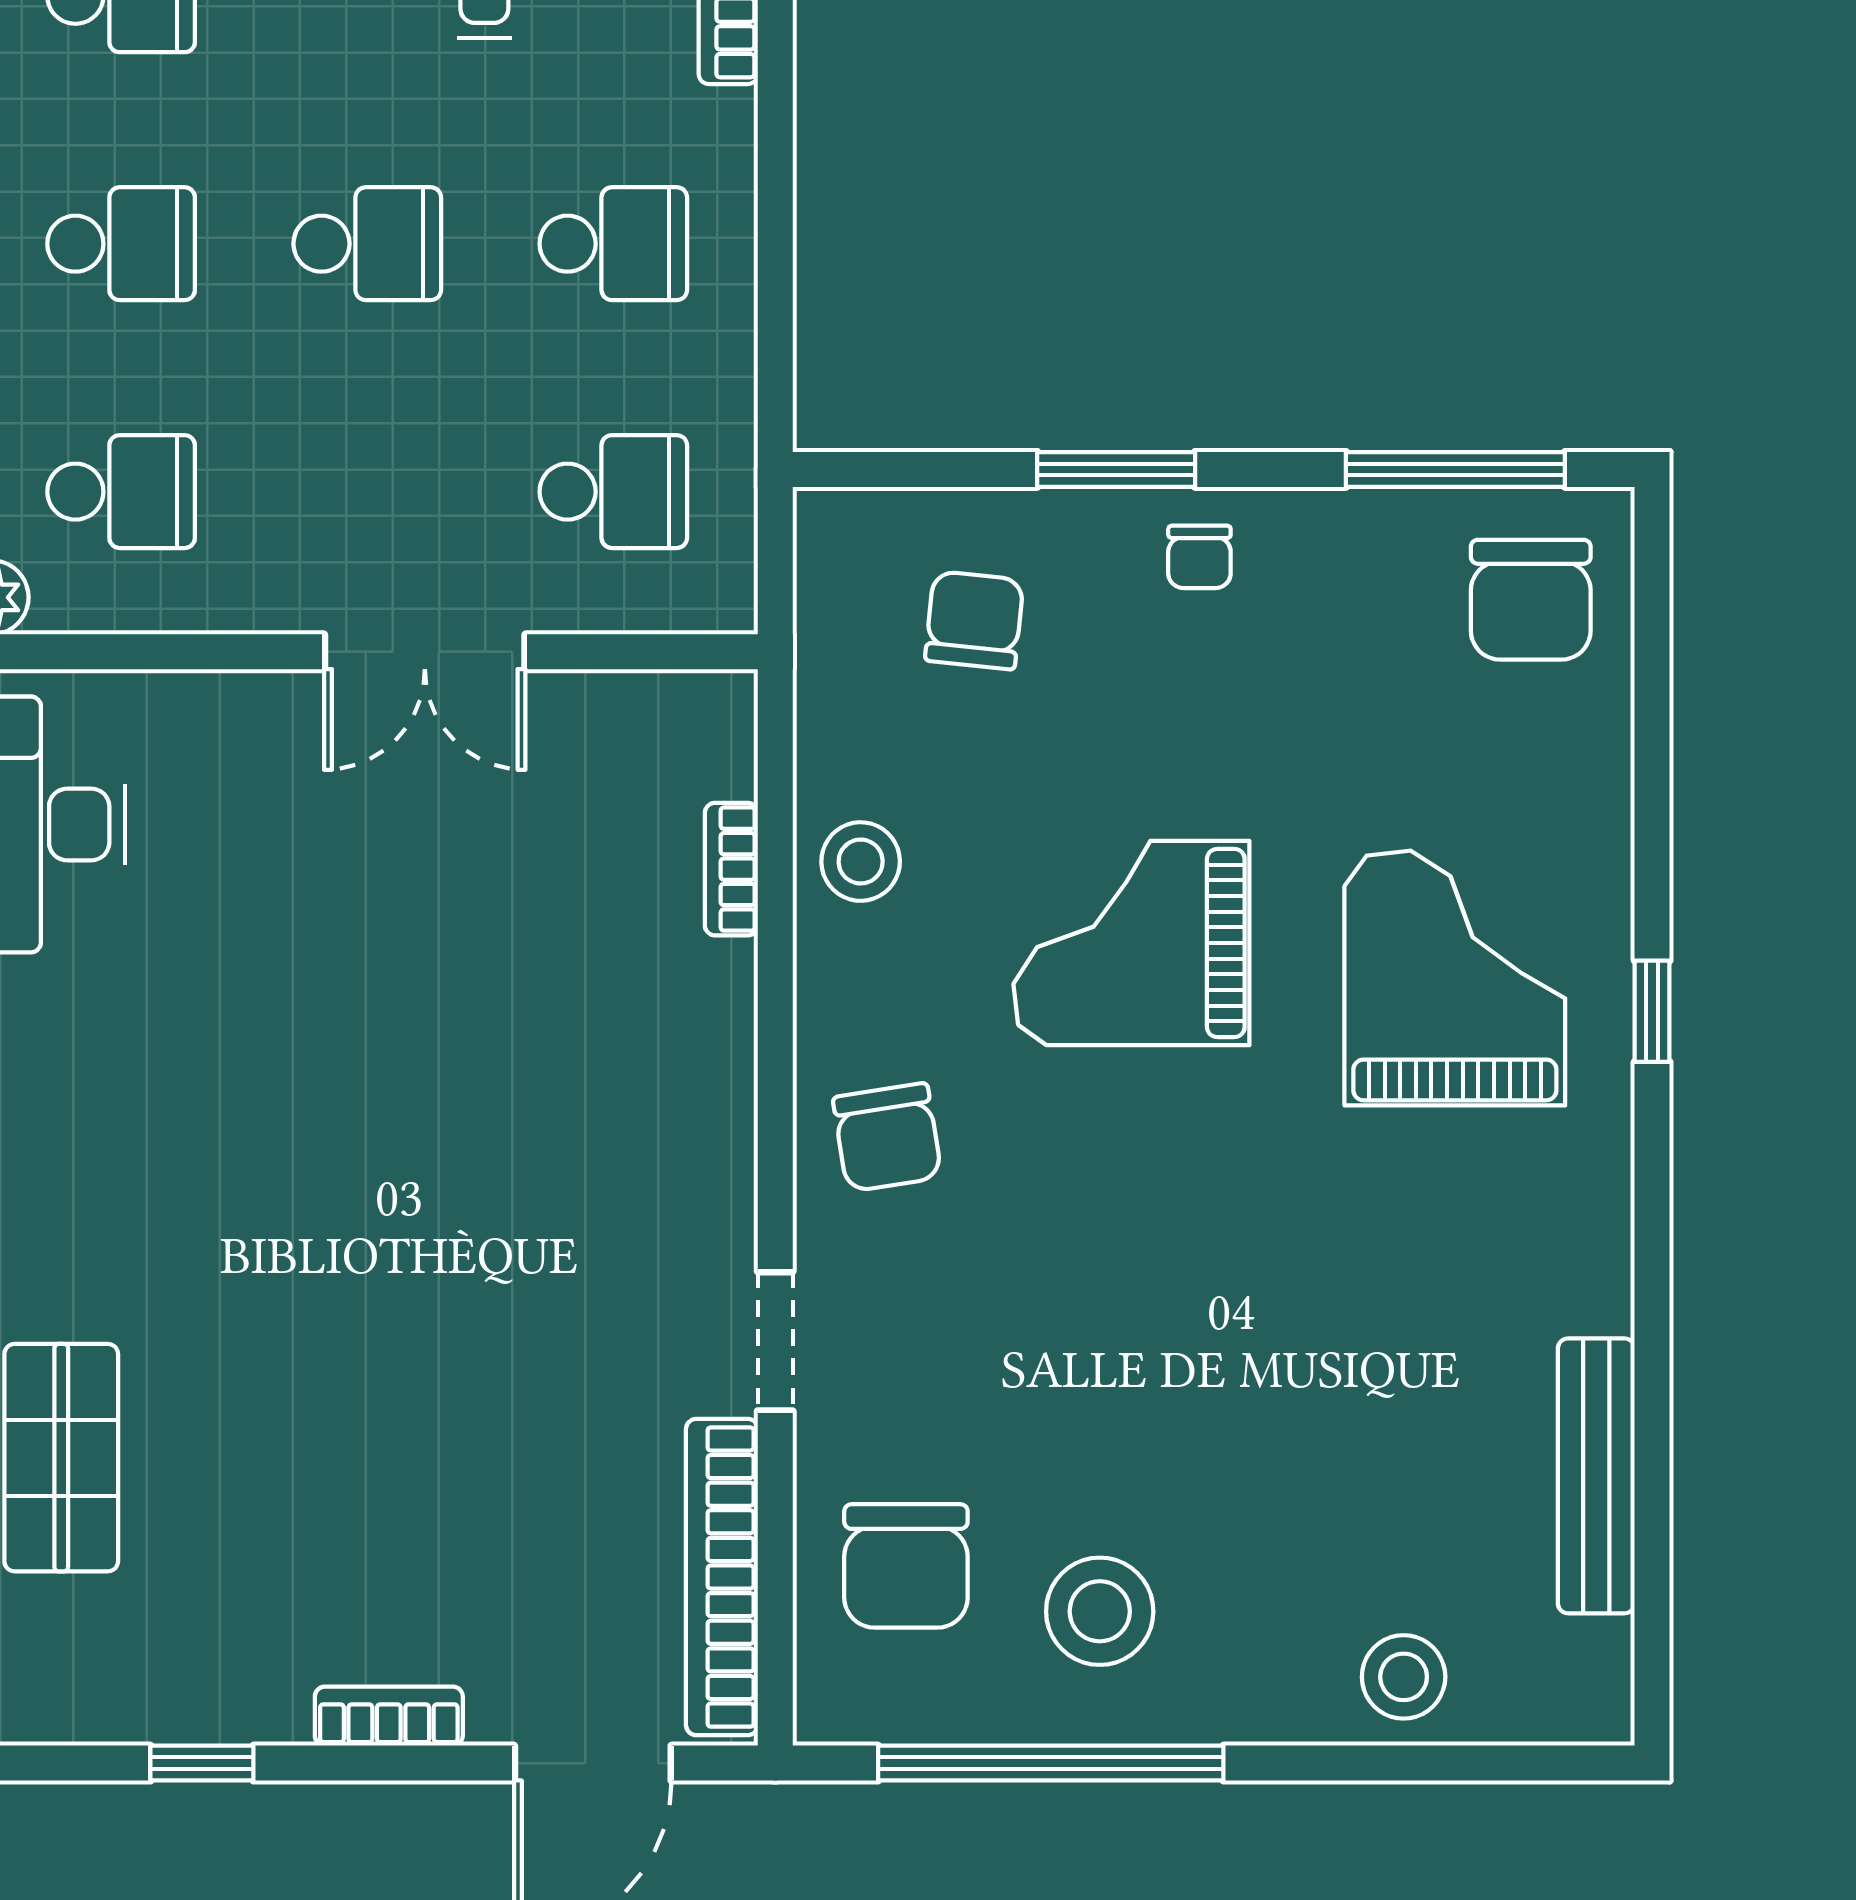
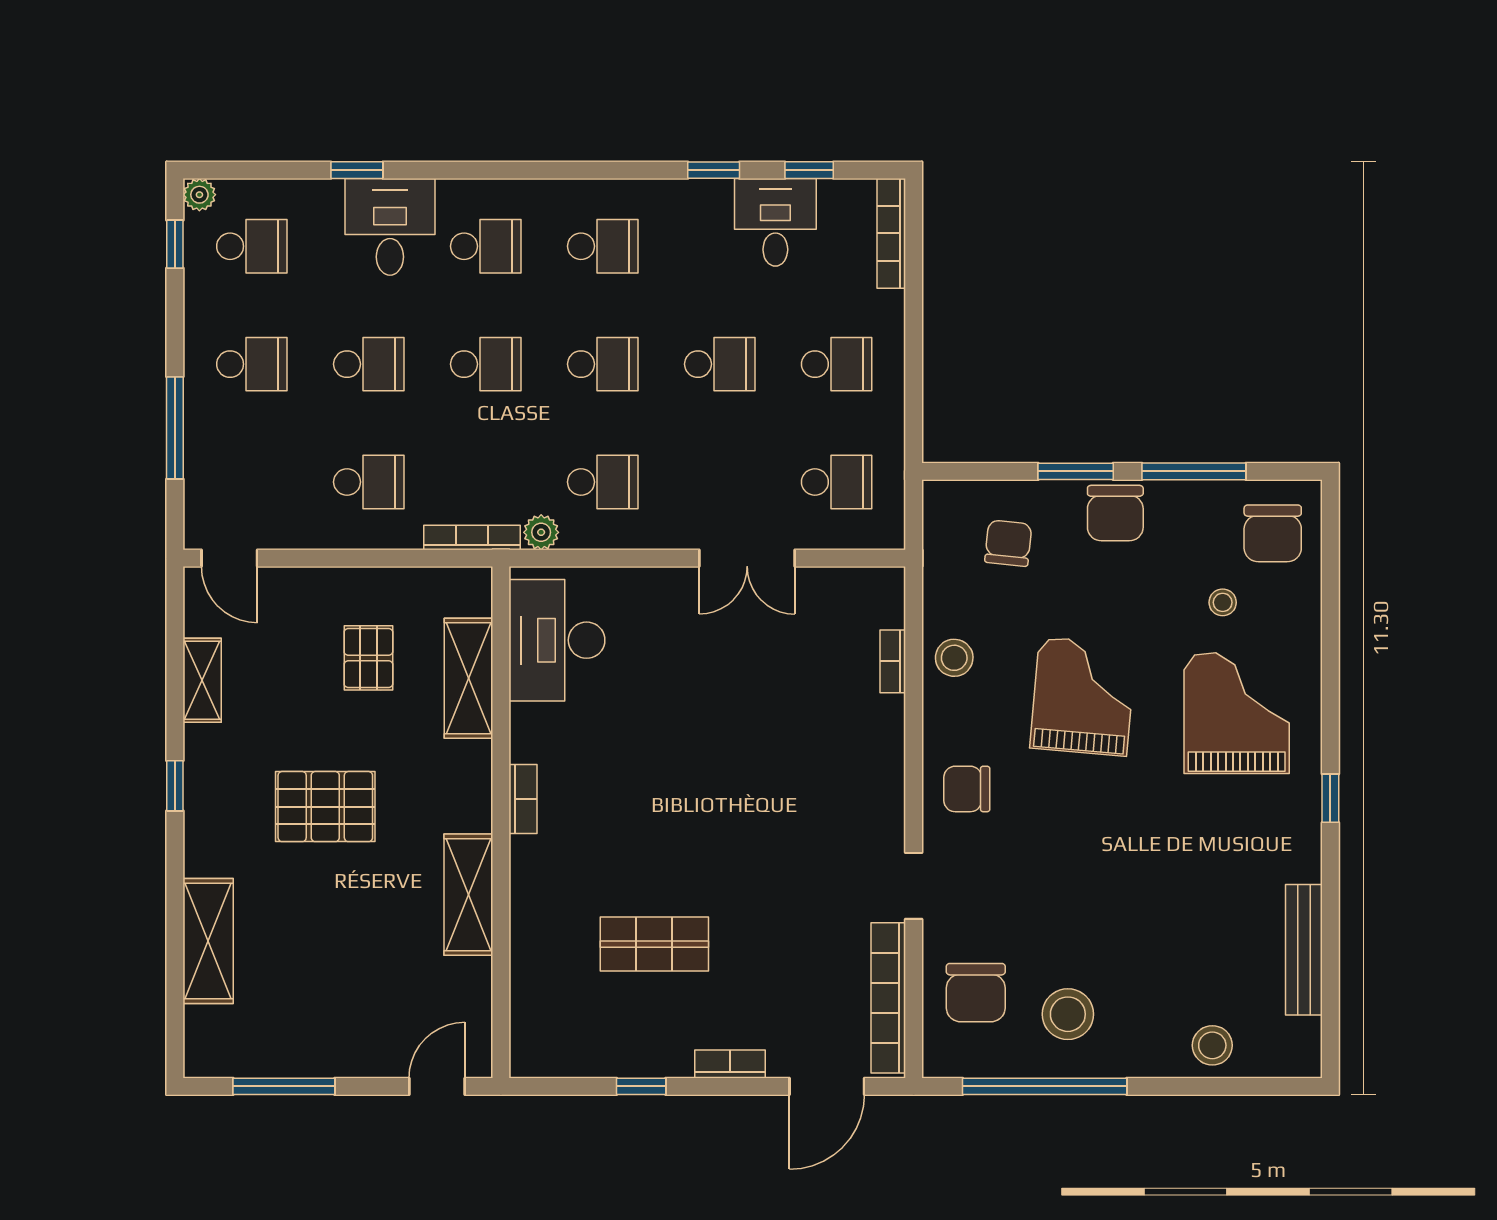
window: (1455, 469) -> (1194, 471), moved
chair: (1199, 557) -> (1115, 513), width x1.87, depth x1.87
stool: (1425, 745) -> (1223, 602), added
grand piano: (1131, 943) -> (1083, 697), turned 95
window: (1652, 1011) -> (1330, 798), moved
chair: (887, 1137) -> (967, 789), turned 99
shop shelf: (61, 1458) -> (654, 944), moved, turned 90

